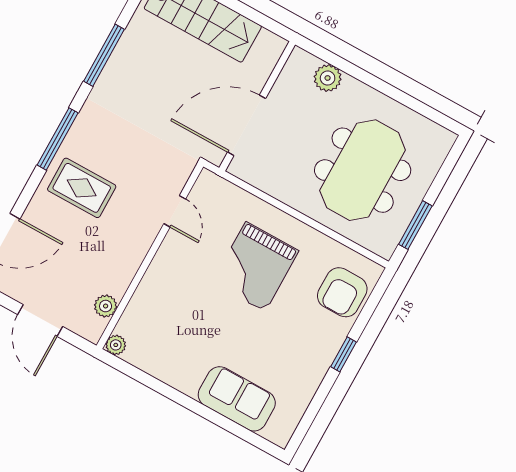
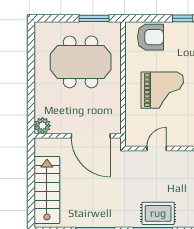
plant: (328, 78) -> (42, 126), moved
rug: (82, 188) -> (158, 213), moved, turned 90

